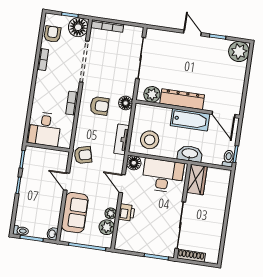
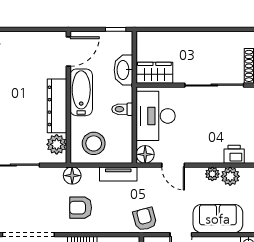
armchair: (99, 106) -> (81, 208), turned -90
stool: (150, 140) -> (94, 143), moved
washbasin: (190, 154) -> (123, 70), moved
toilet: (228, 158) -> (122, 109), moved
door: (122, 184) -> (173, 165), hinge flipped
printer: (127, 212) -> (234, 154), moved

